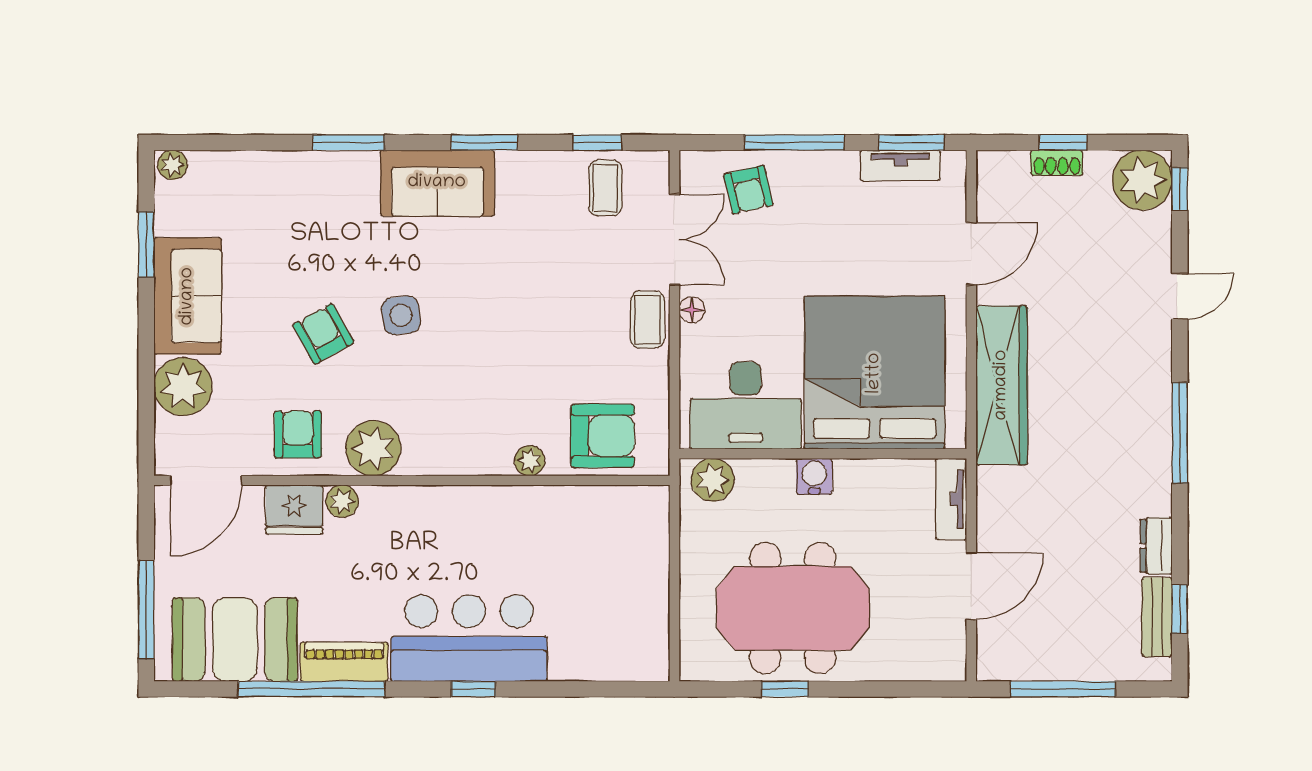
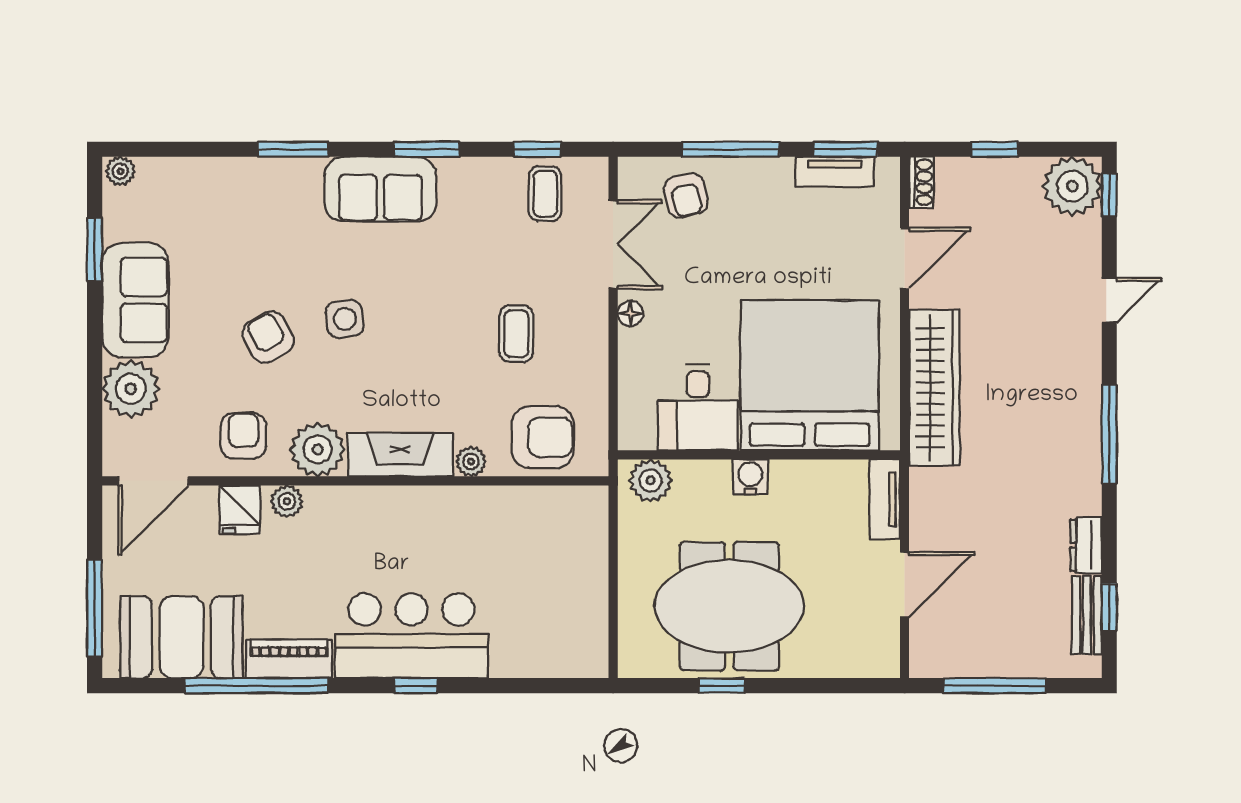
shoe rack: (1057, 163) -> (921, 182), moved, turned -90
coffee table: (647, 319) -> (516, 334), moved
desk: (746, 405) -> (698, 407), width x0.73
fireplace: (458, 454) -> (400, 455), added
fridge: (294, 510) -> (240, 510), width x0.72

